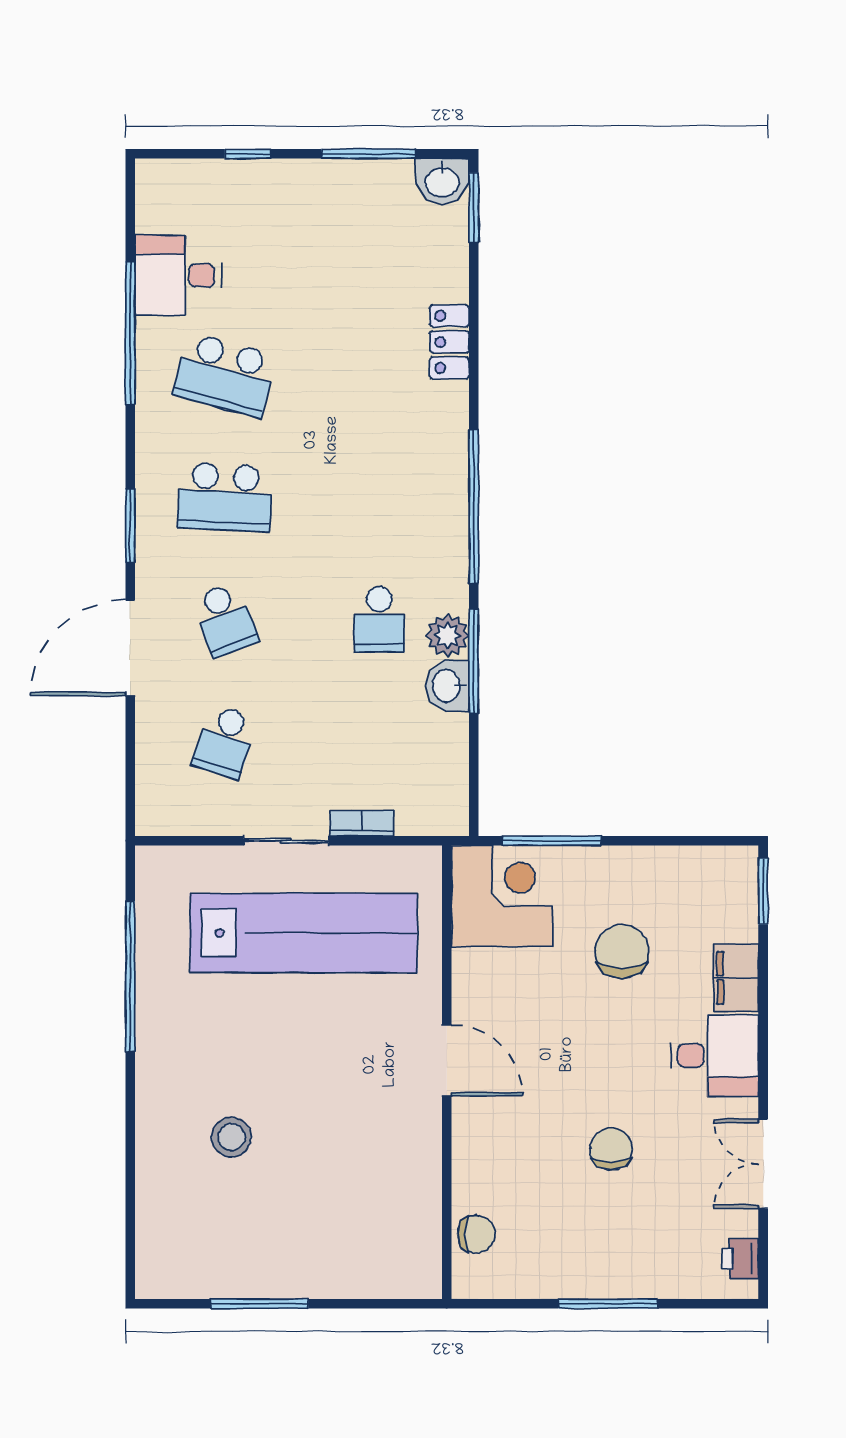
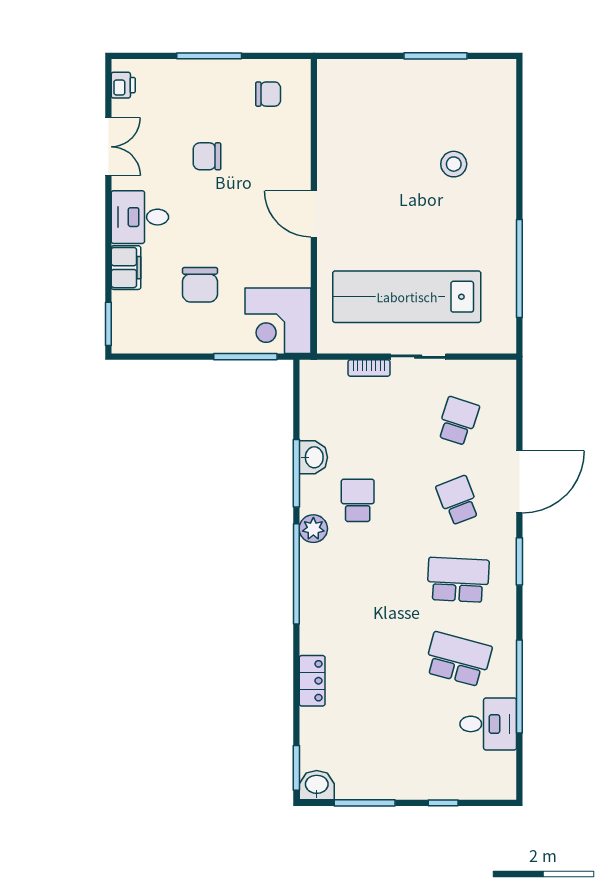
plant: (448, 636) -> (313, 529), moved
chair: (611, 1149) -> (207, 156), turned 90
chair: (476, 1234) -> (268, 94), moved, turned 180

